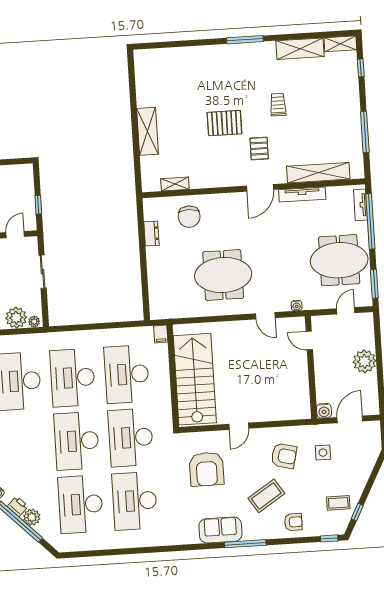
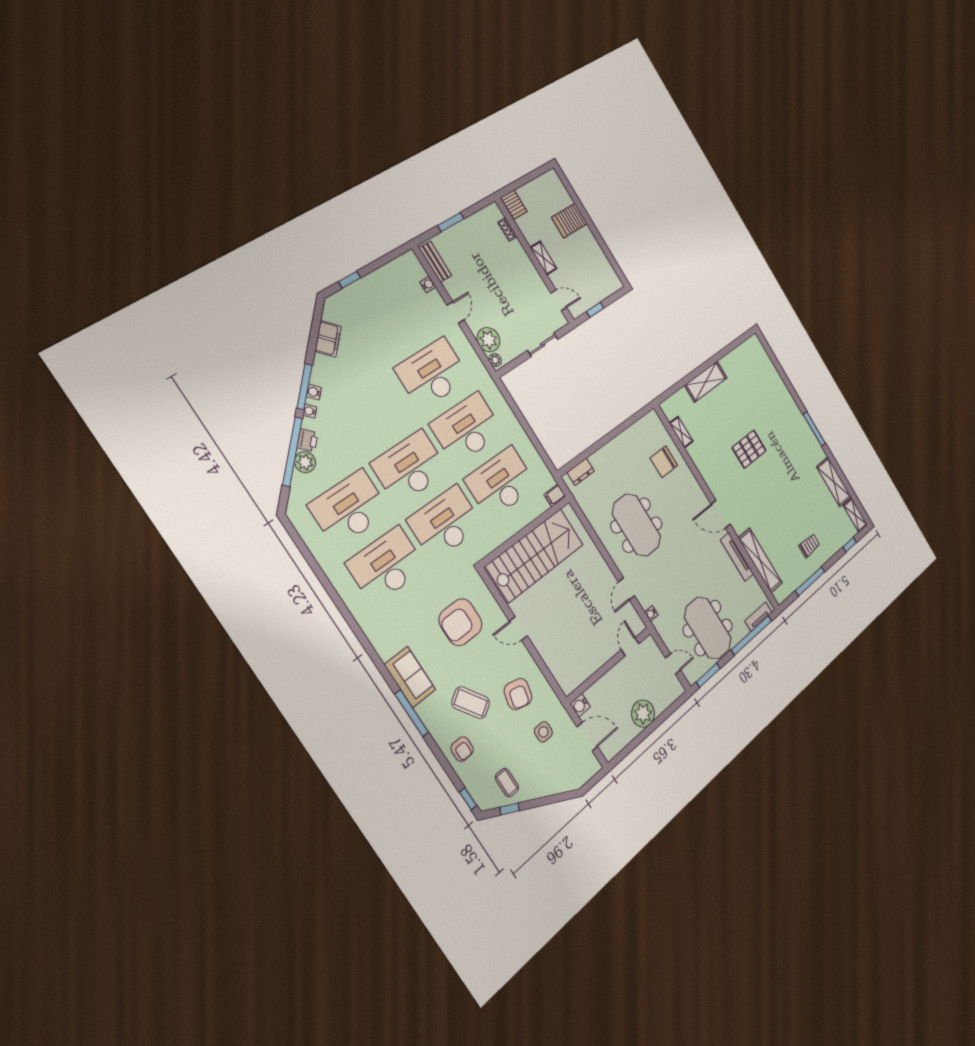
trolley: (278, 105) -> (809, 546), moved
pallet: (224, 123) -> (749, 449), turned 90
pallet: (259, 149) -> (748, 493), removed
dresser: (151, 233) -> (581, 472), moved

